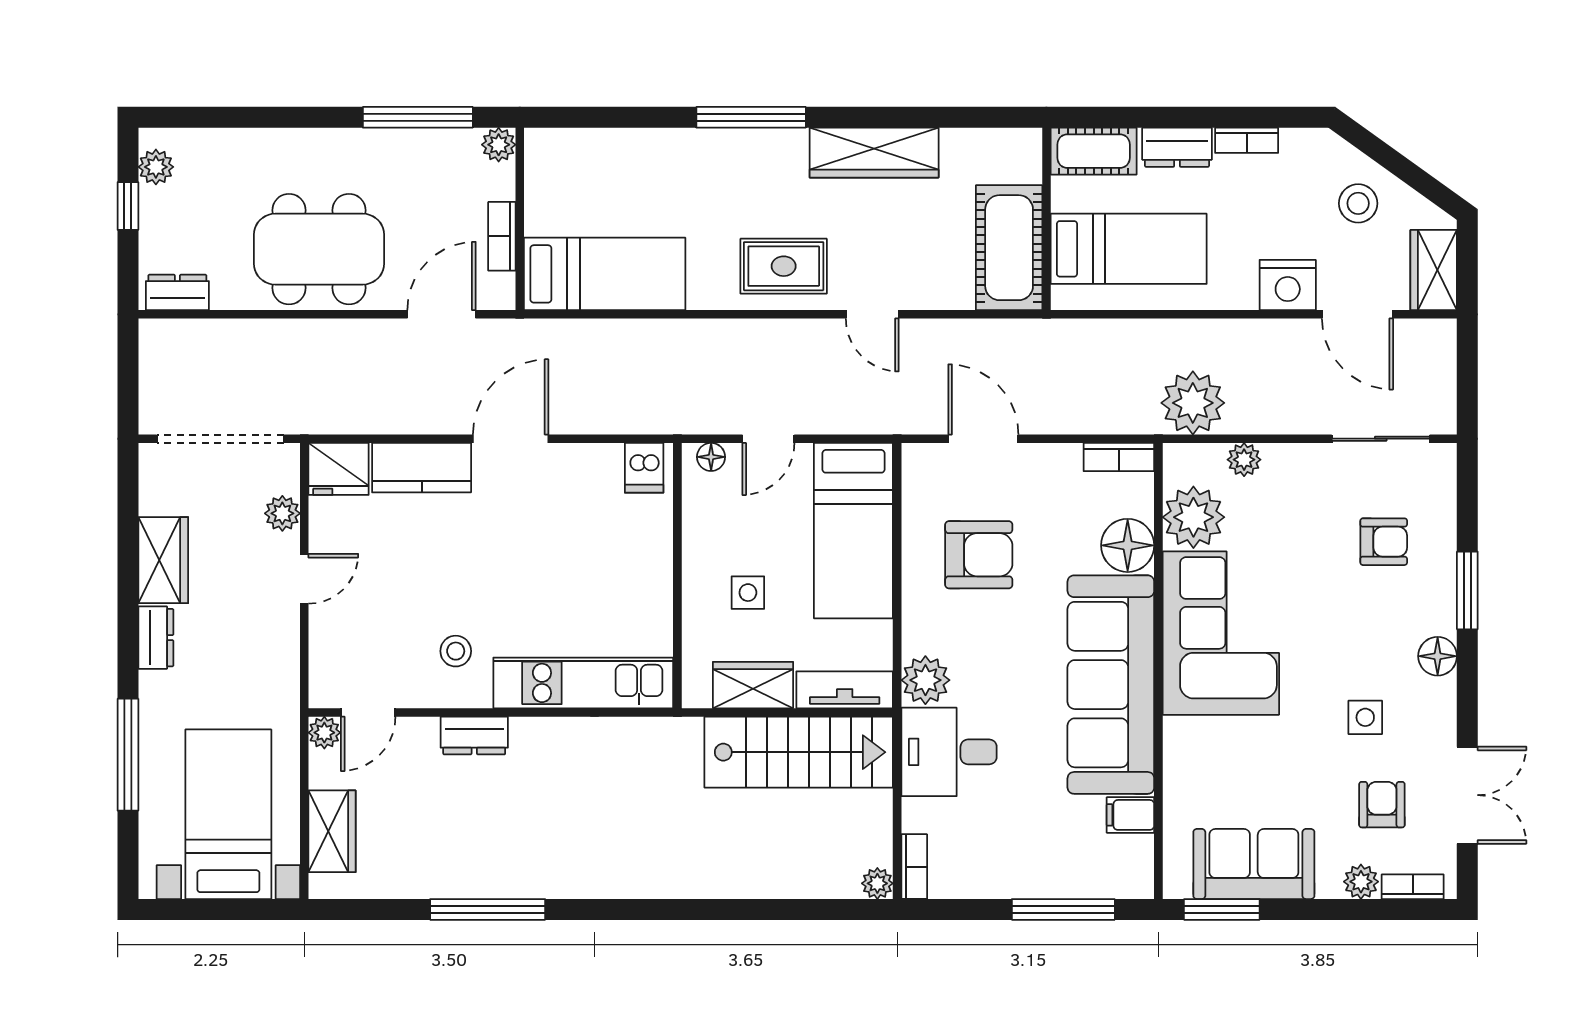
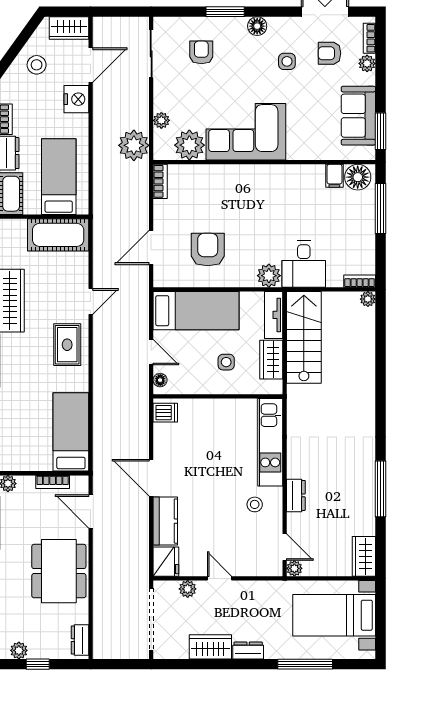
floor lamp: (1128, 545) -> (358, 177), moved
sofa: (1111, 685) -> (271, 185), removed
wardrobe: (332, 831) -> (364, 556), moved, turned -90

